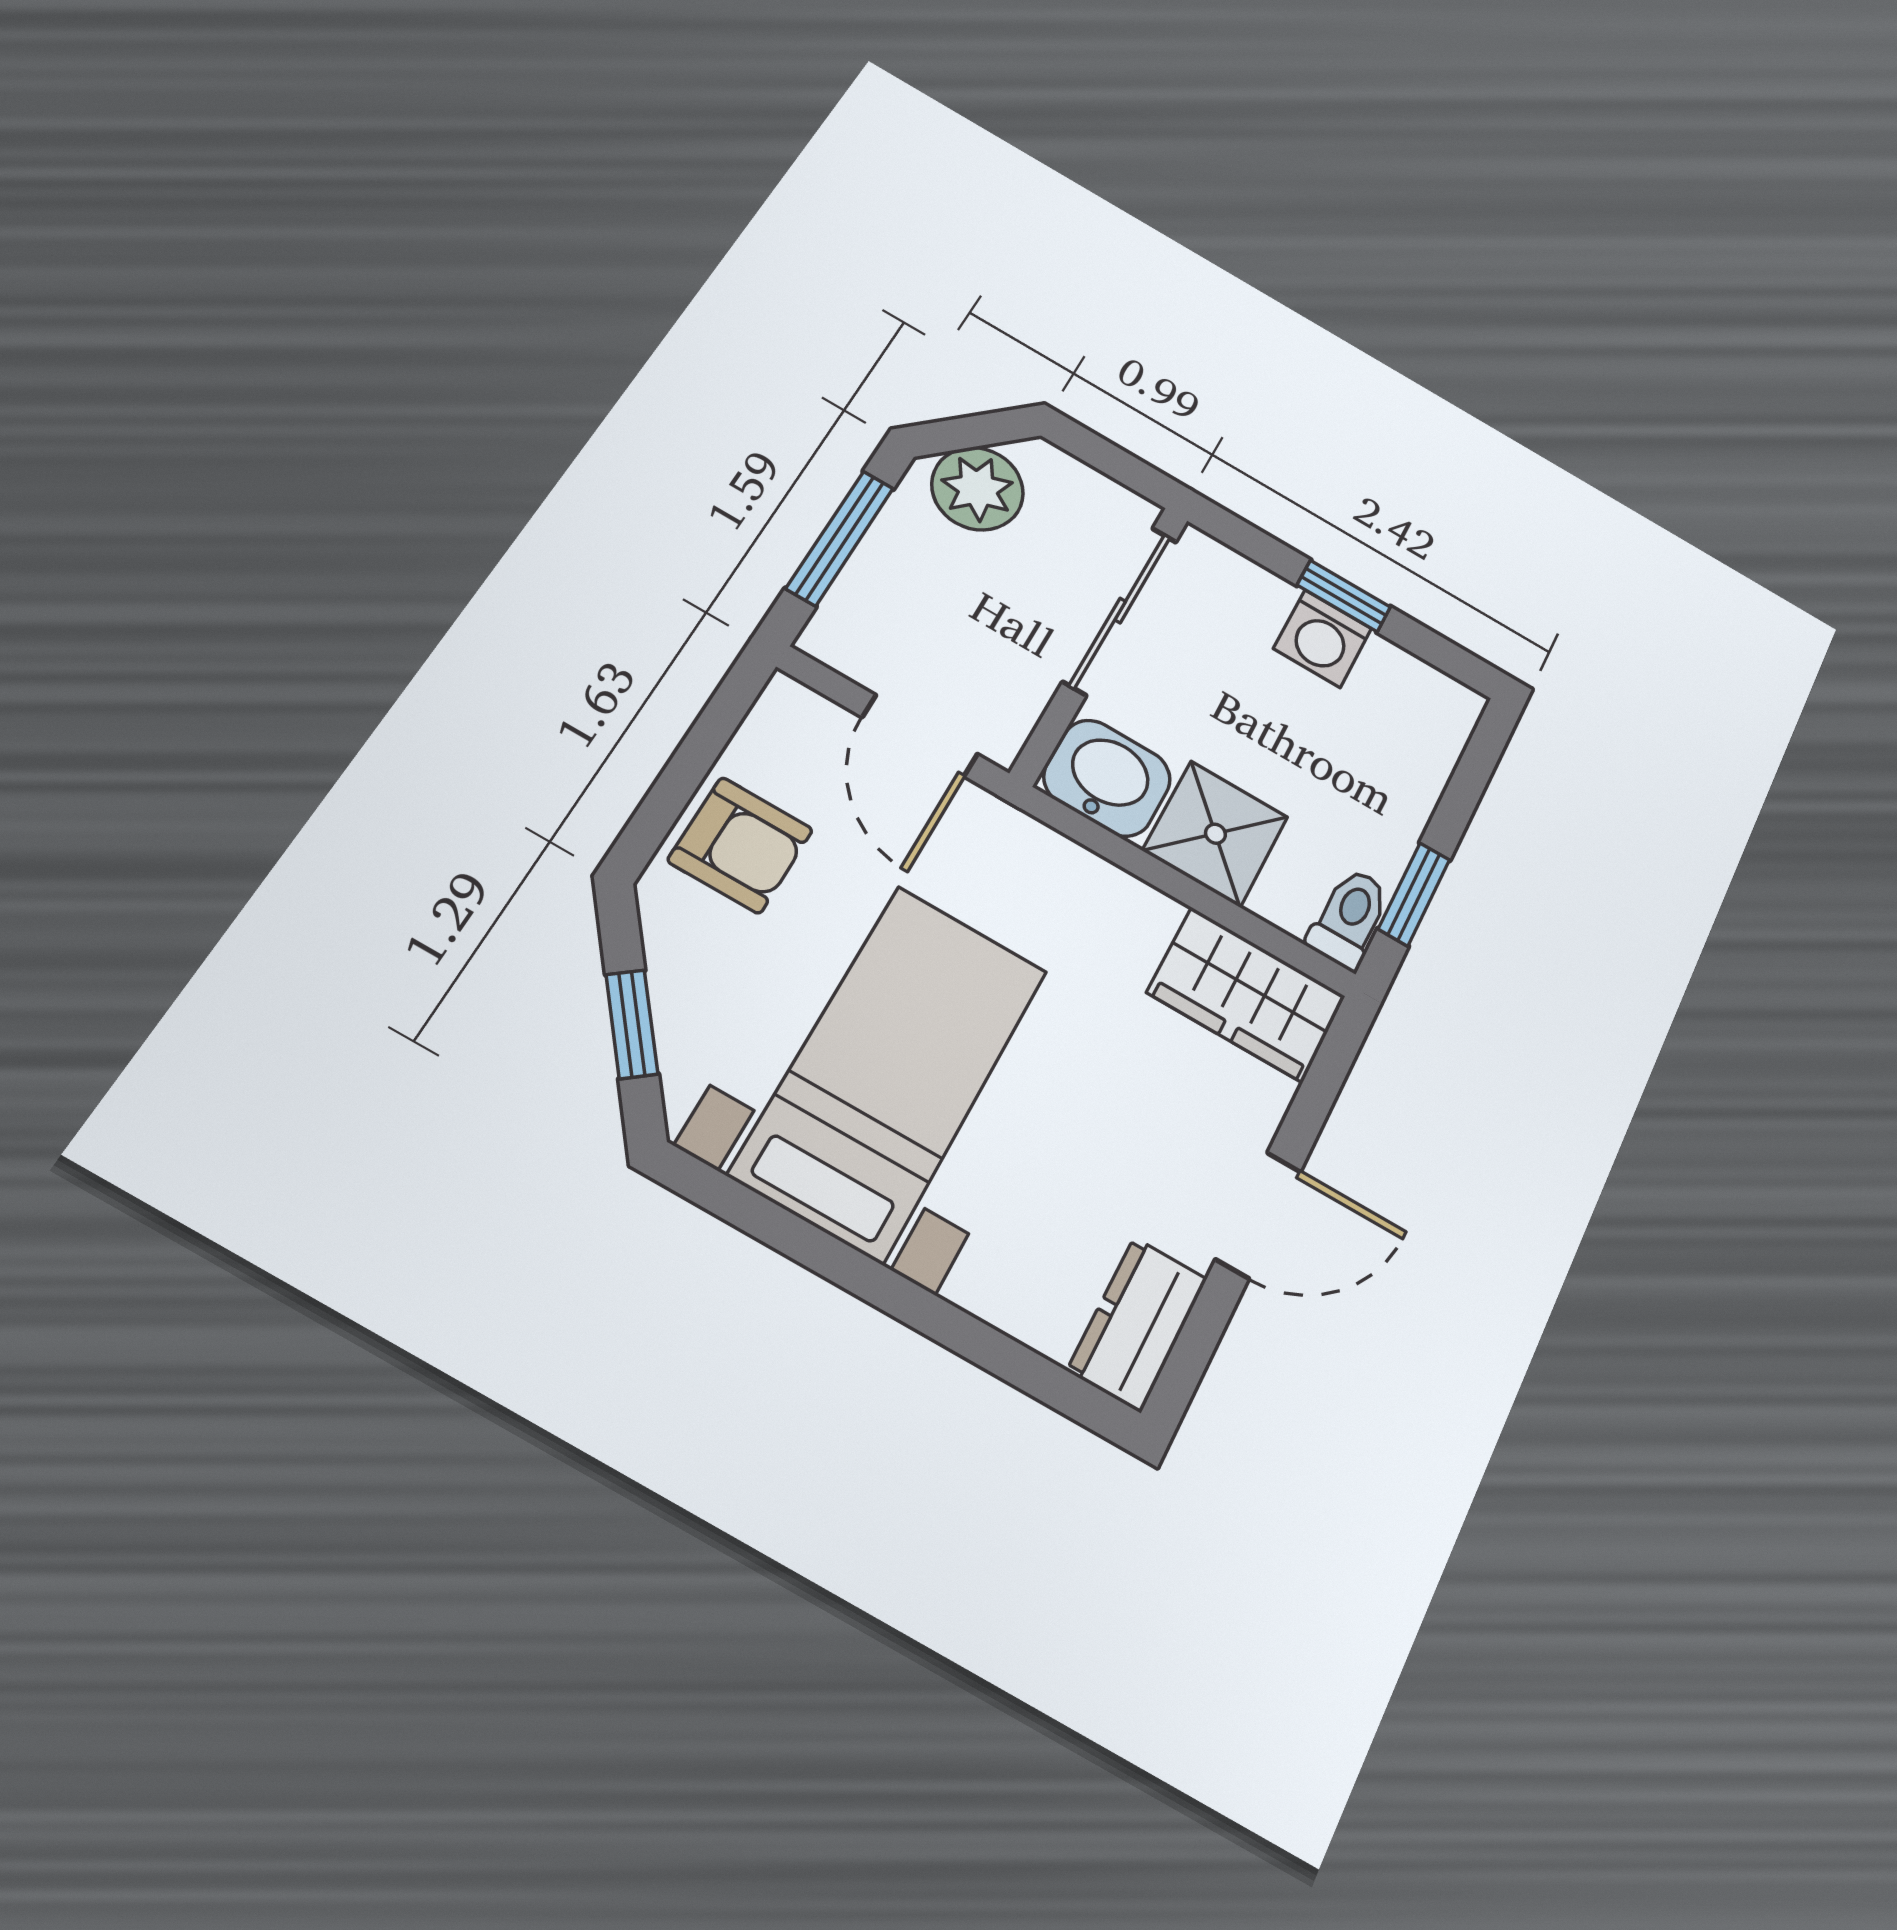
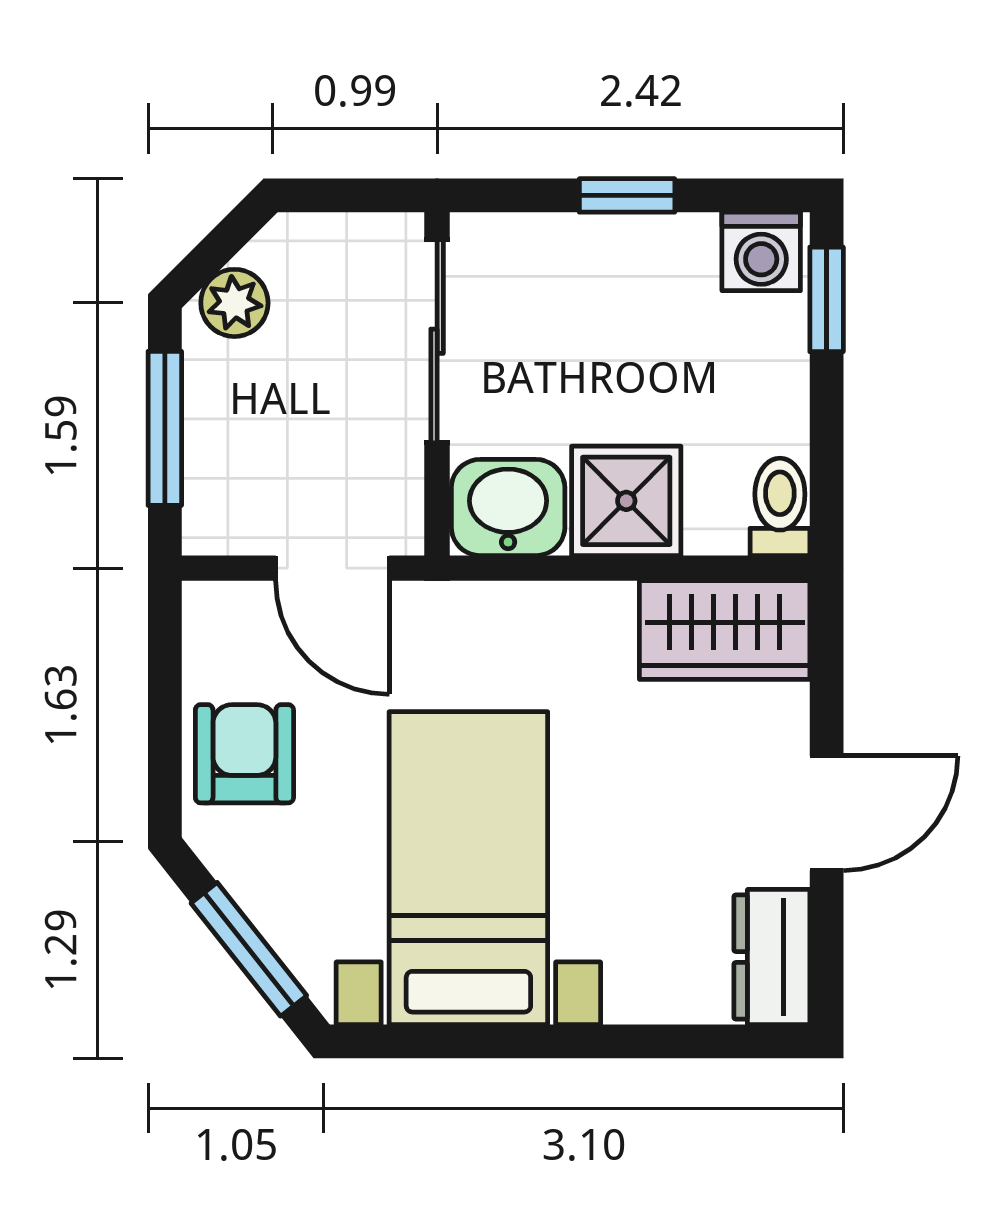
plant: (978, 489) -> (234, 303), width x0.73, depth x0.73
washing machine: (1323, 638) -> (761, 251), moved
armchair: (740, 845) -> (244, 754), turned -90
window: (1414, 894) -> (827, 299), moved
window: (632, 1024) -> (249, 949), width x1.50

